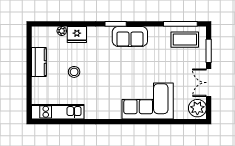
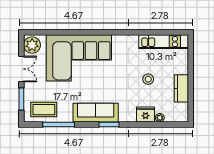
window: (180, 24) -> (59, 124), moved
sofa: (130, 36) -> (96, 113), width x1.36
corner sofa: (148, 101) -> (79, 58), width x1.36, depth x1.36

